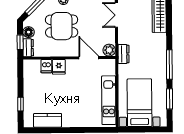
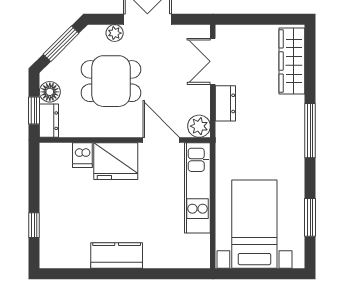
dresser: (123, 54) -> (225, 103), moved
window: (169, 65) -> (310, 131), moved
fridge: (59, 67) -> (116, 161), width x1.88, depth x1.34
kitchen unit: (109, 100) -> (197, 188), moved
kitchen counter: (48, 120) -> (117, 255), moved

